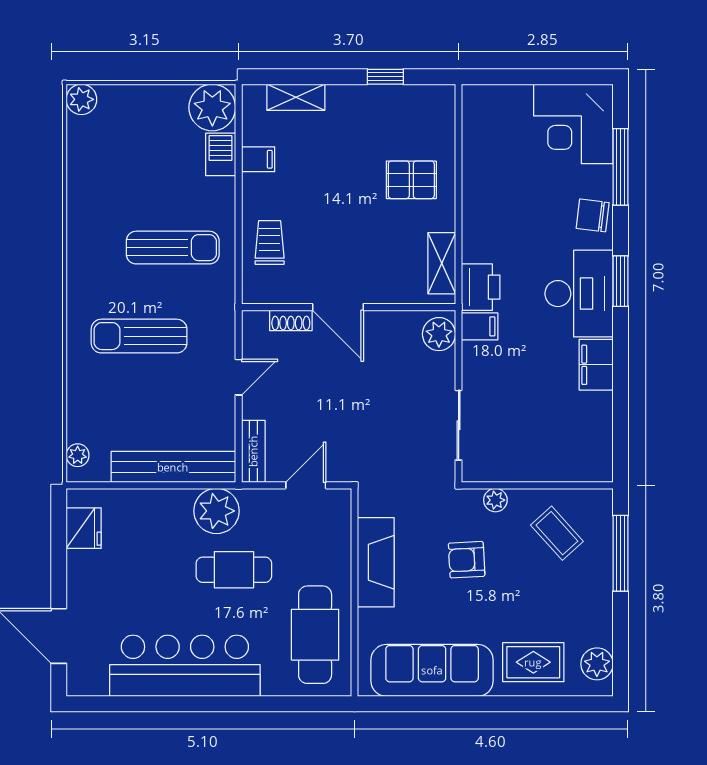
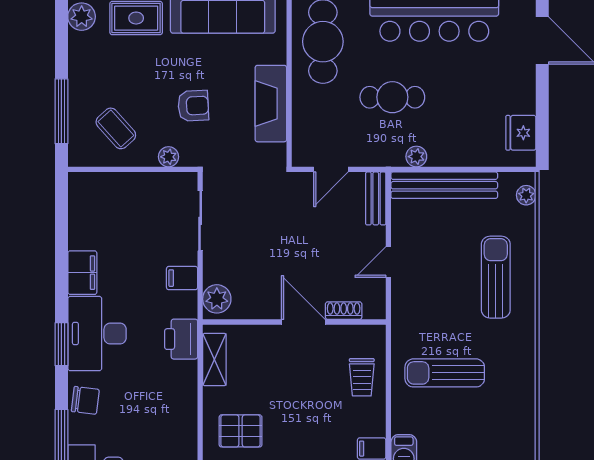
filing cabinet: (480, 326) -> (182, 278), moved
sun lounger: (139, 336) -> (496, 277), moved, turned -90
plant: (216, 511) -> (416, 157), width x0.53, depth x0.53

